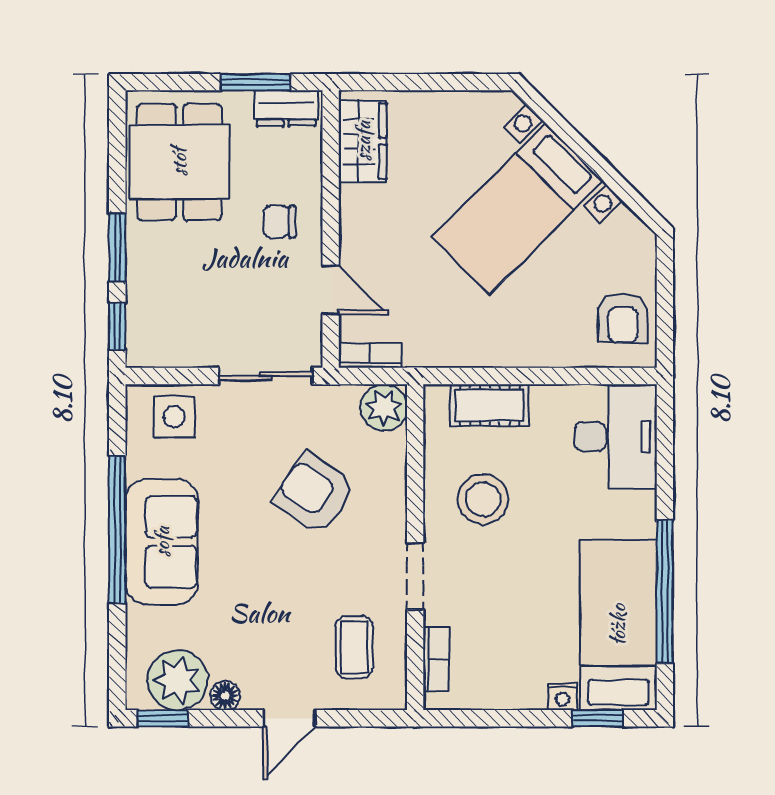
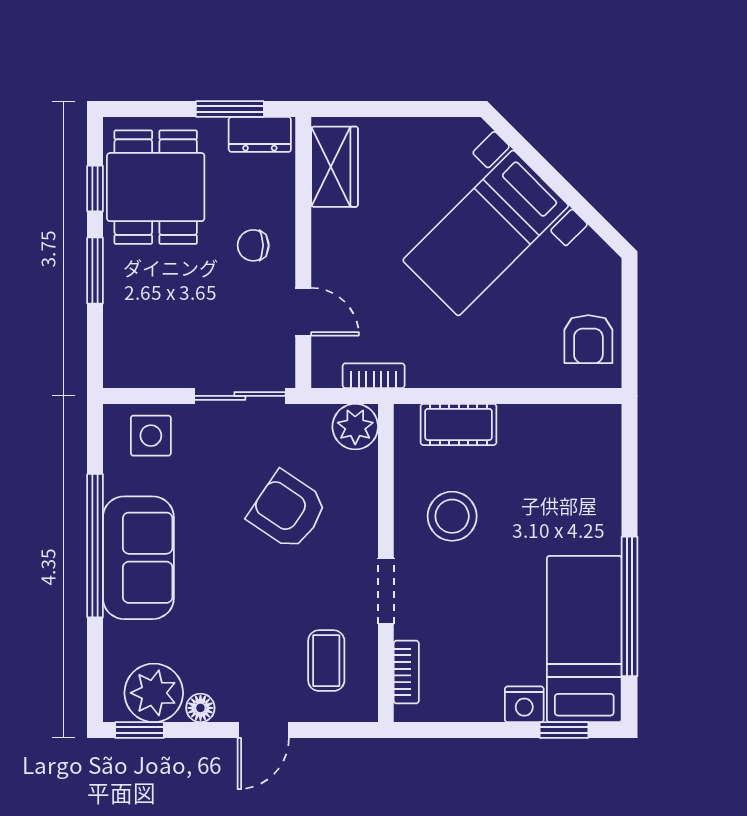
window: (117, 326) -> (95, 189), moved
bookcase: (370, 355) -> (374, 376), moved
desk: (616, 437) -> (581, 455), removed
nightstand: (563, 697) -> (524, 704), width x1.39, depth x1.35

